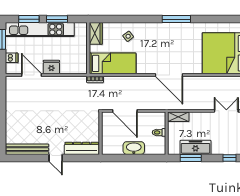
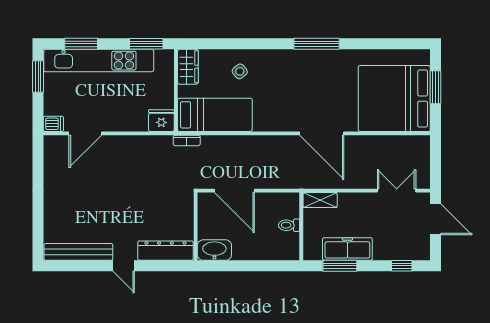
window: (57, 19) -> (146, 44), moved
dishwasher: (12, 58) -> (53, 124), moved
fridge: (51, 67) -> (161, 121), moved
door: (32, 75) -> (85, 133), swing flipped
door: (169, 75) -> (322, 133), moved
washbasin: (134, 148) -> (214, 250), moved

